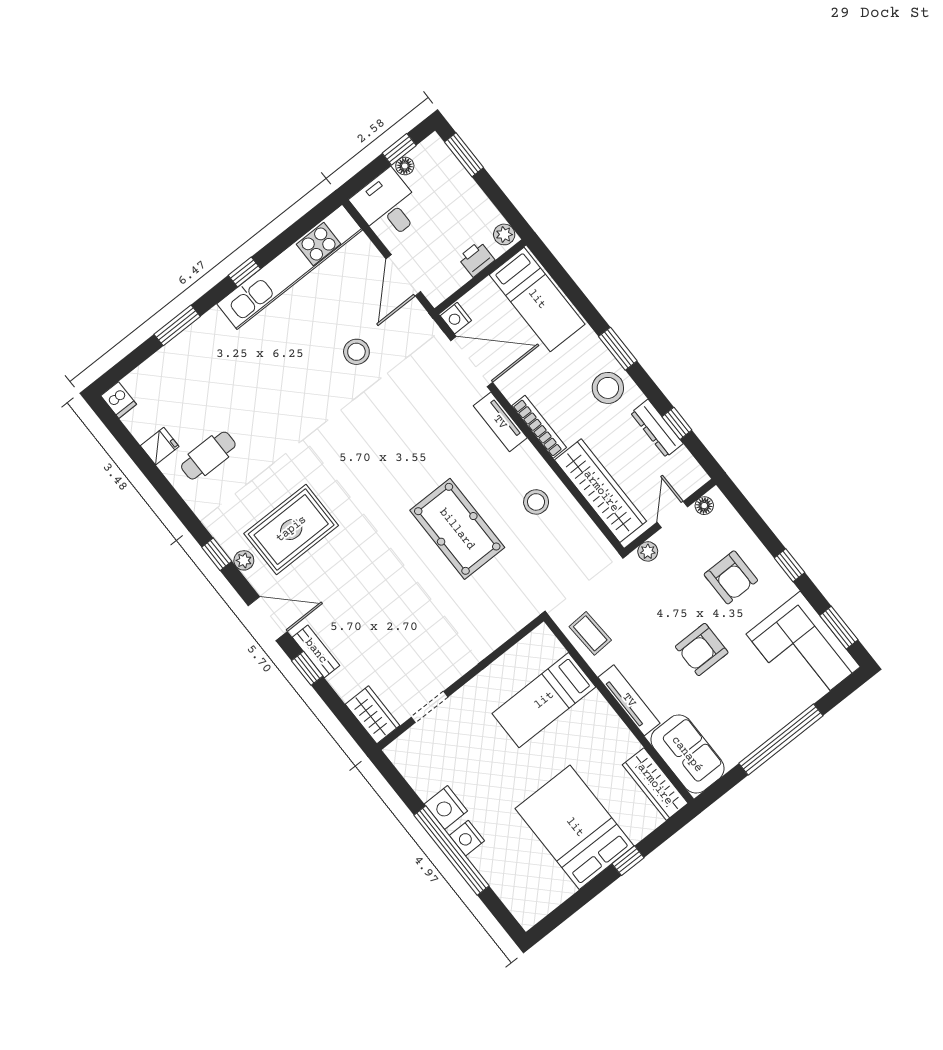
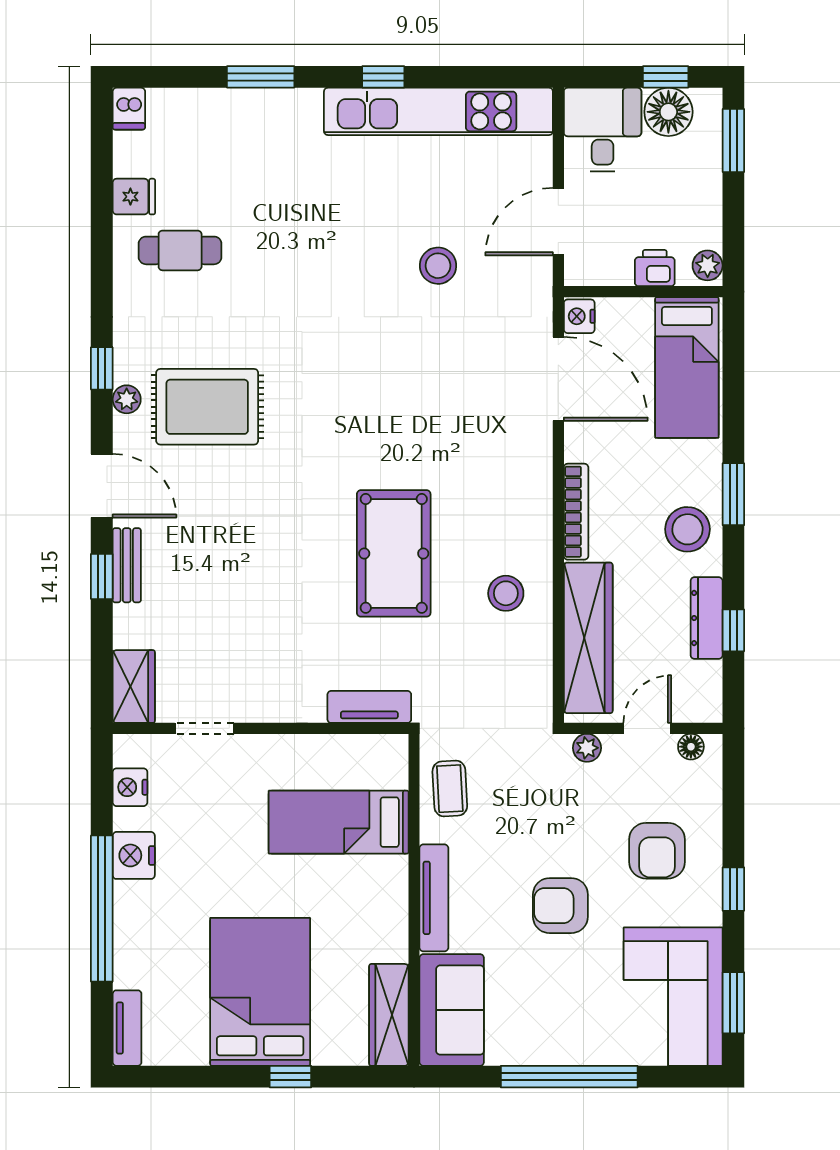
floor lamp: (405, 166) -> (668, 112), width x1.89, depth x1.89
tv unit: (500, 422) -> (369, 707), moved, turned 90
nightstand: (467, 838) -> (130, 787), moved
tv unit: (517, 905) -> (127, 1028), added

